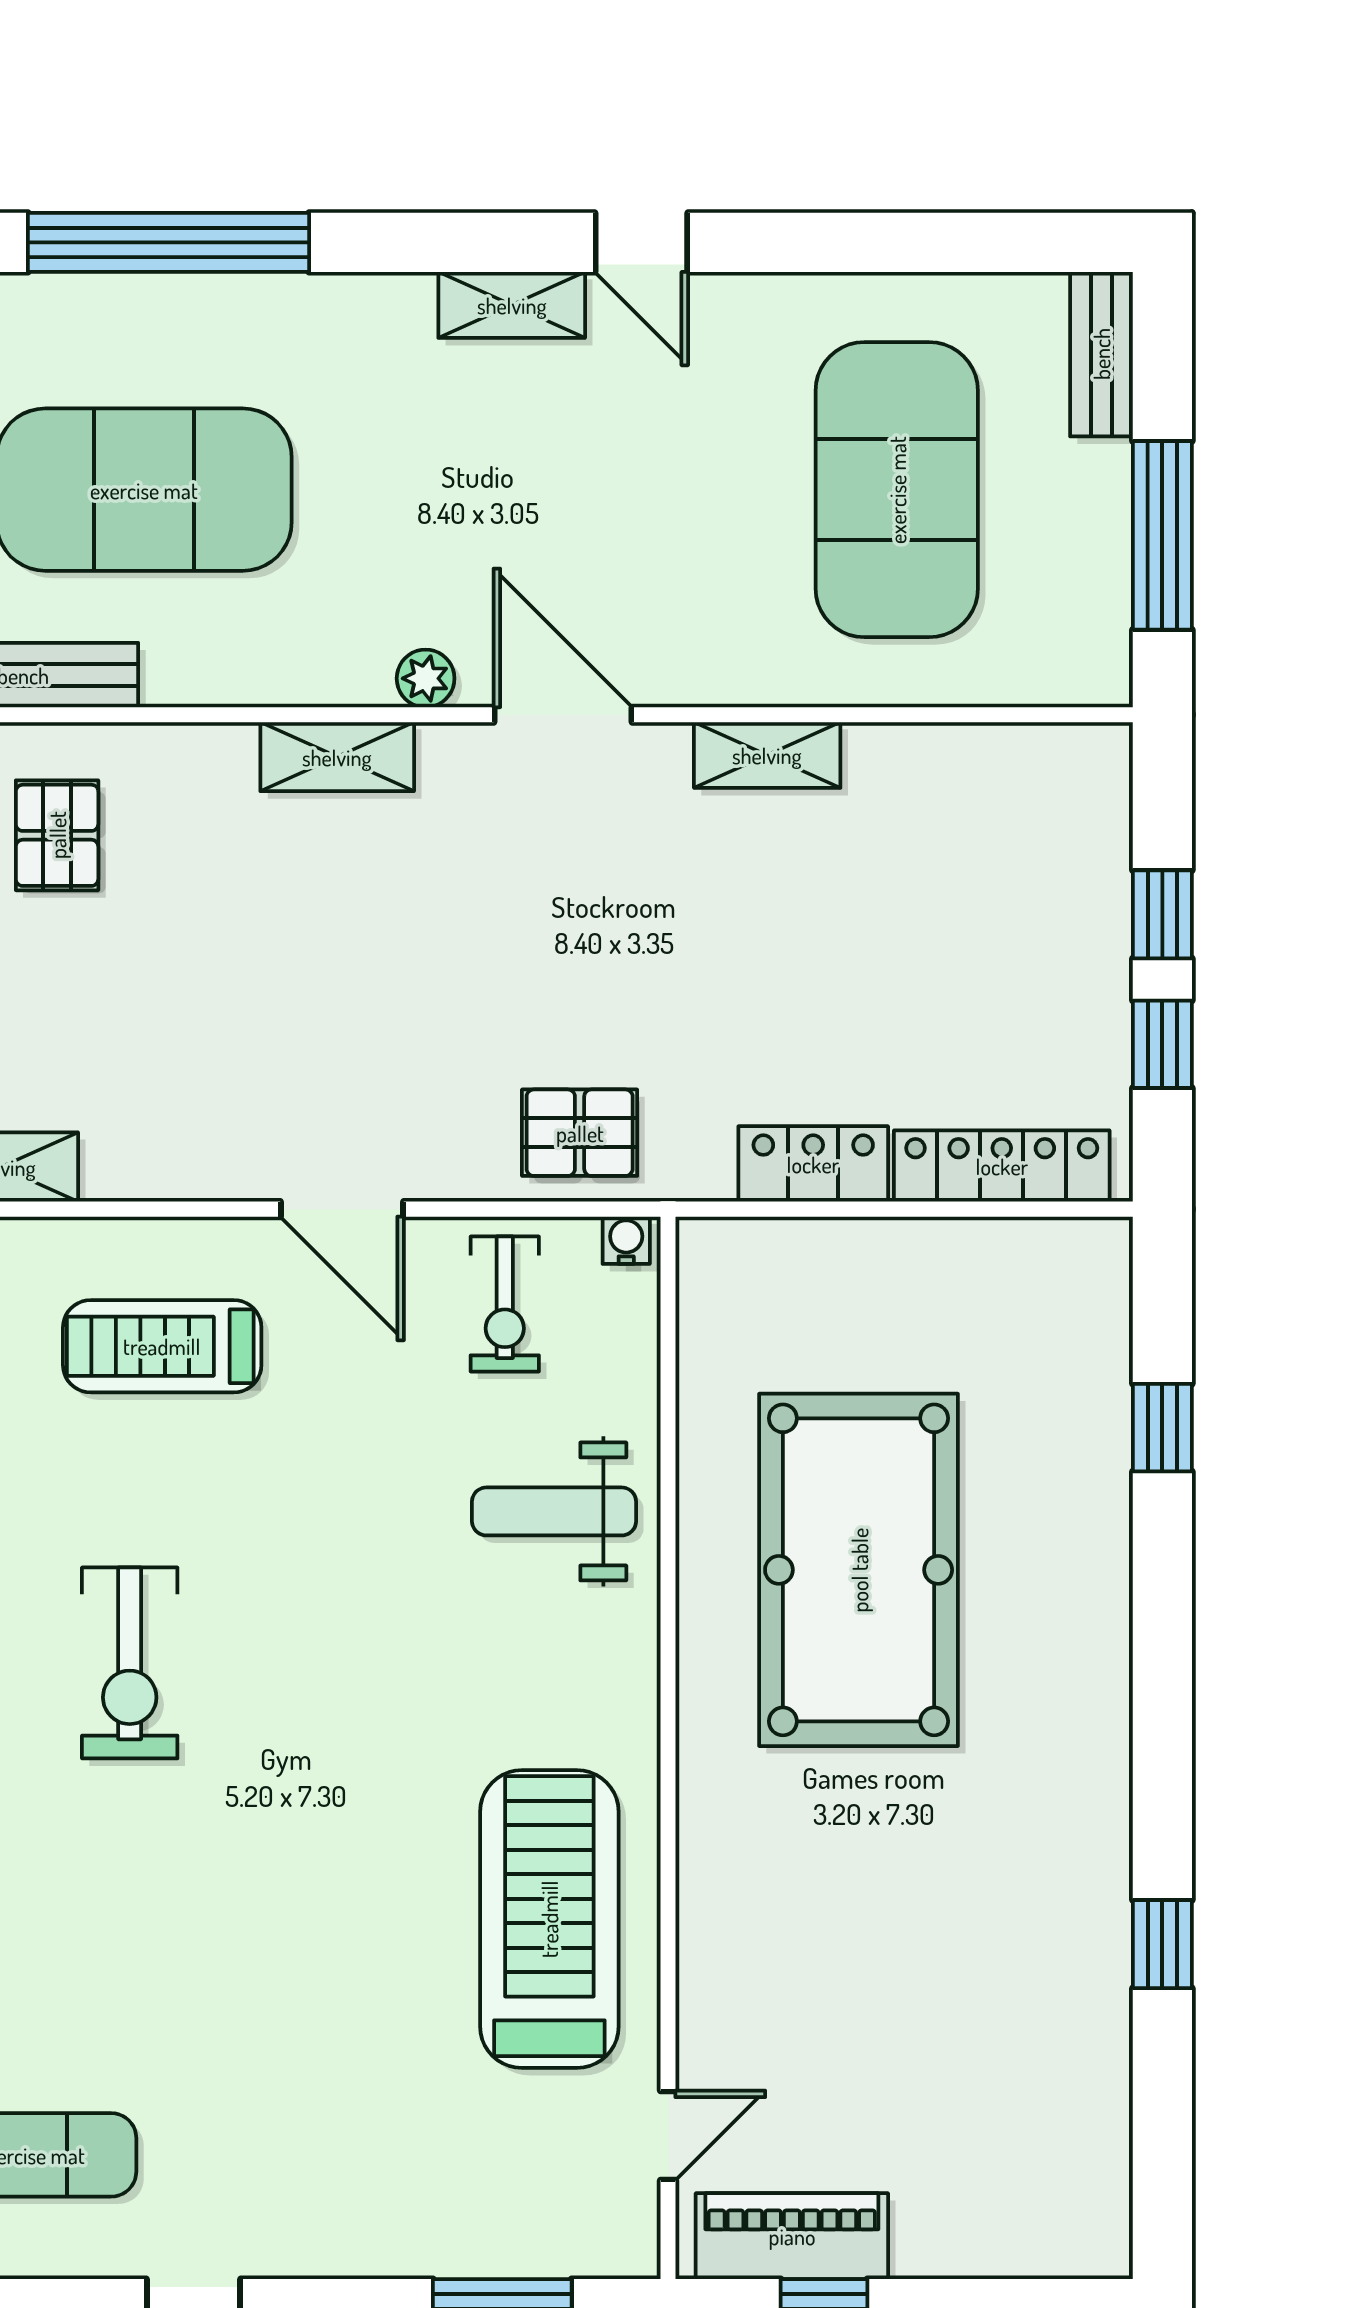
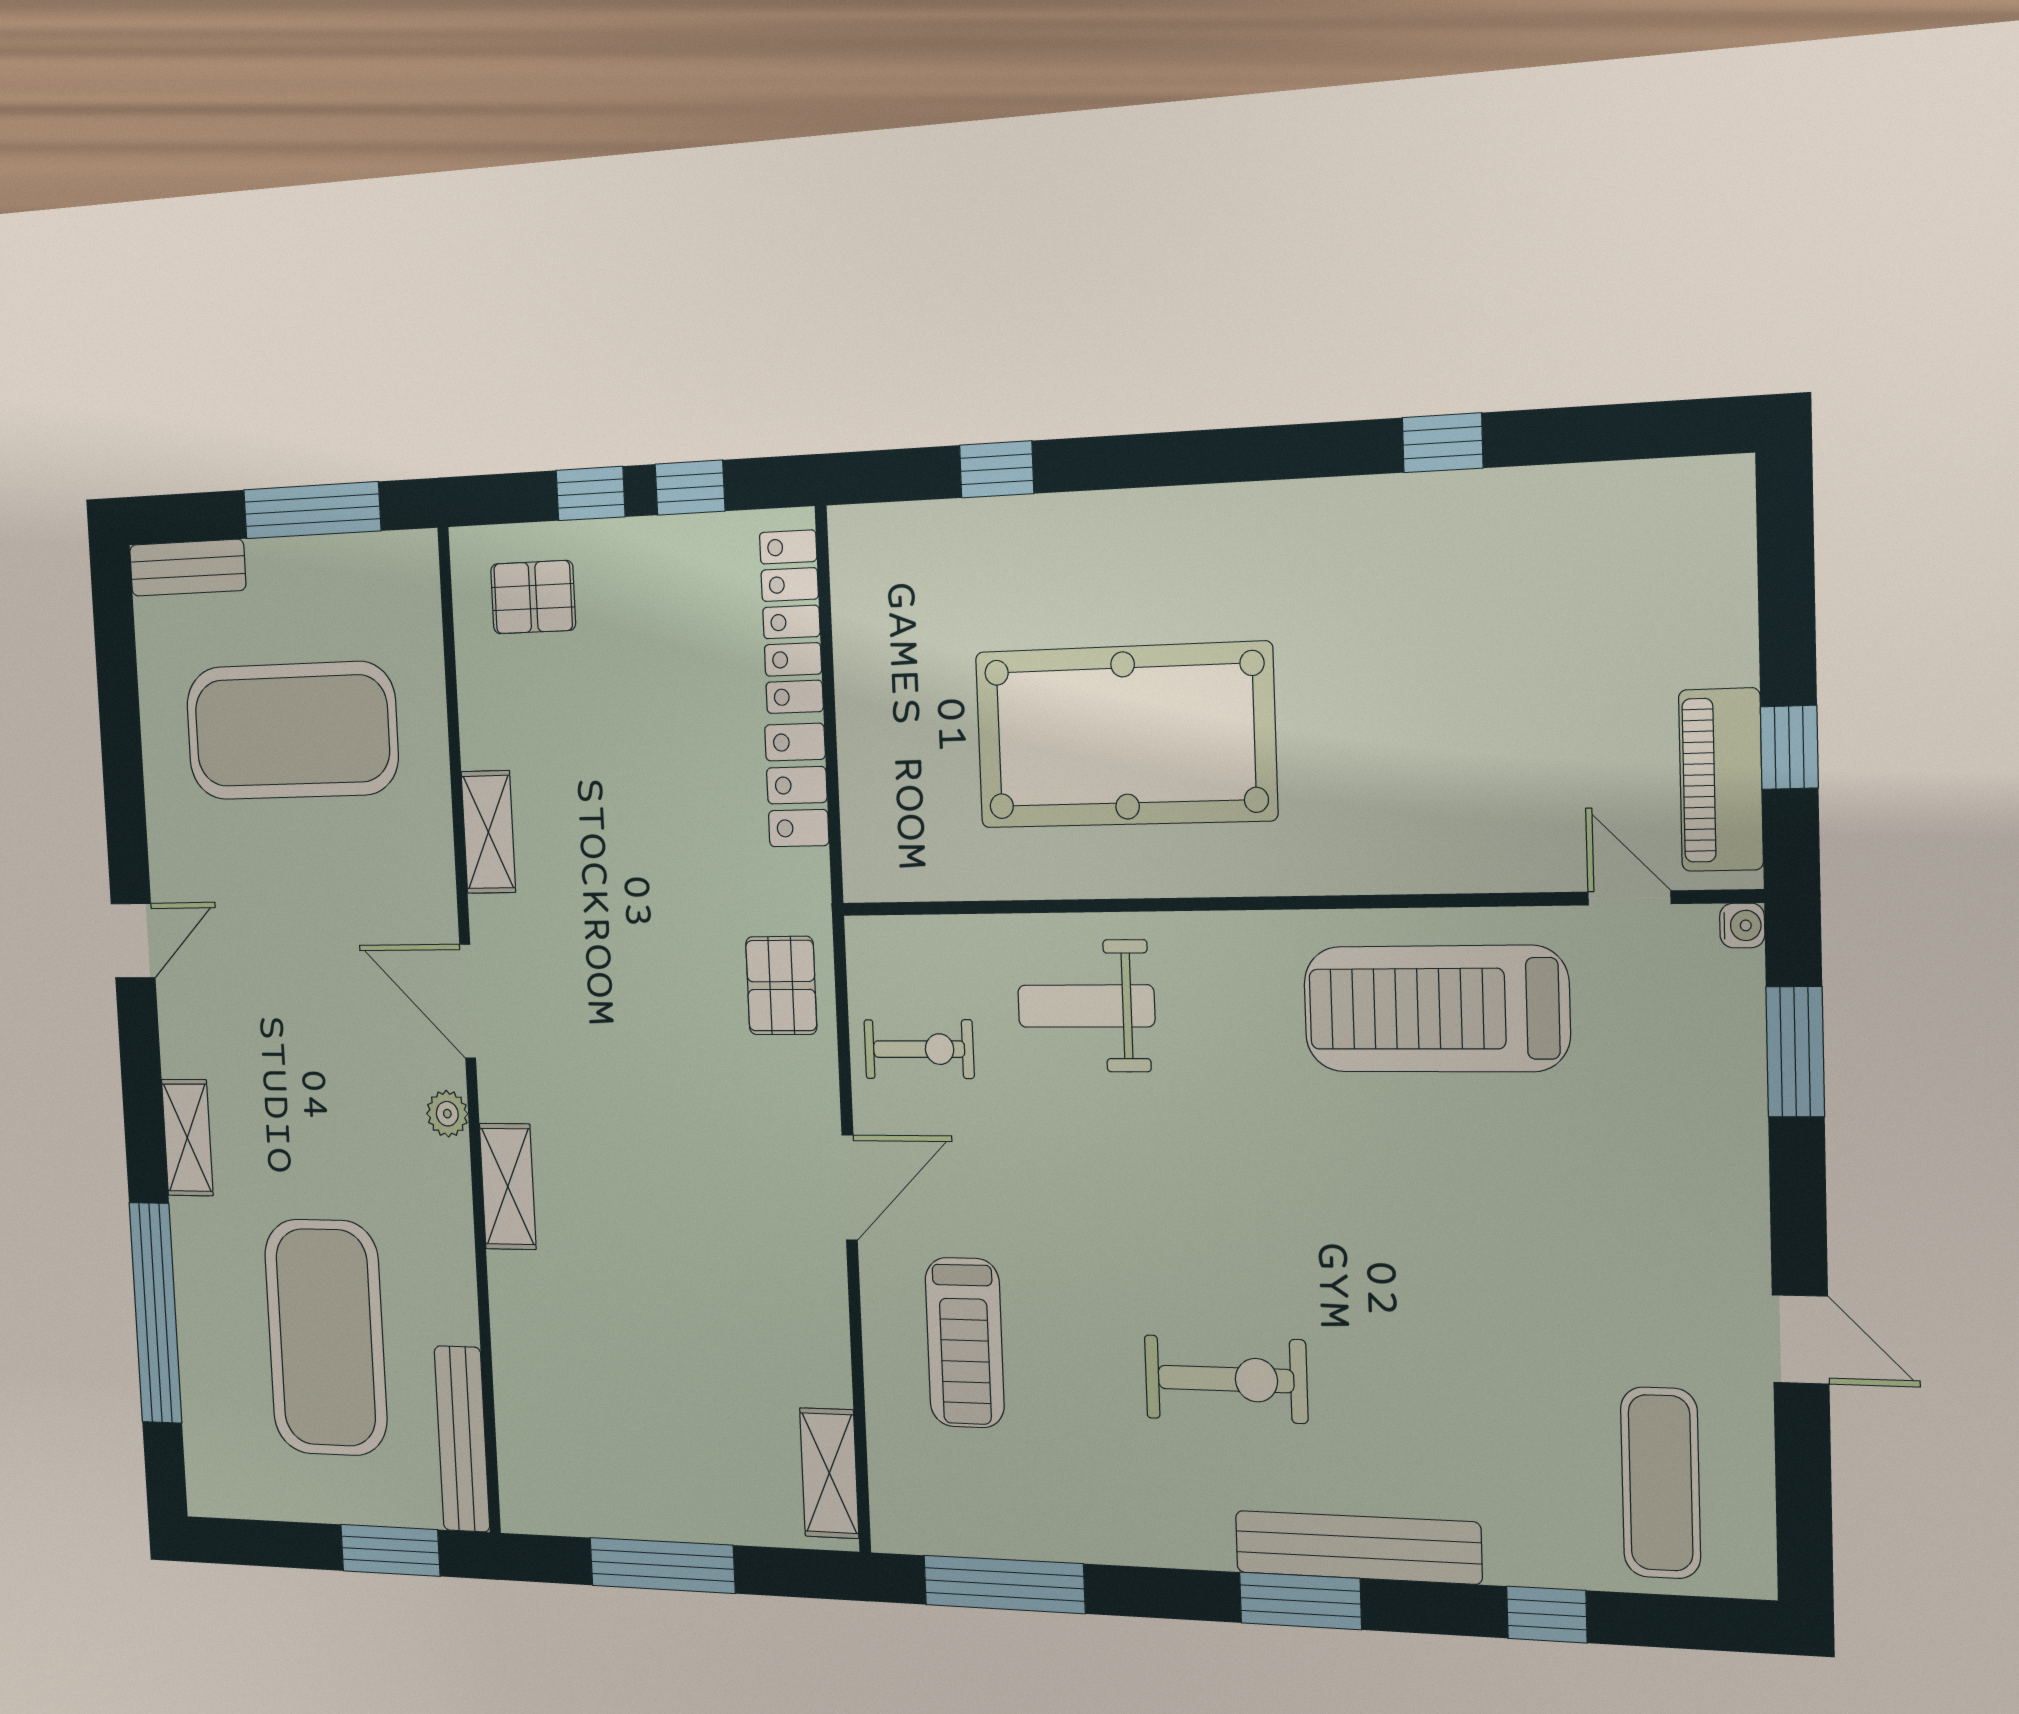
shelving: (512, 305) -> (187, 1138), moved
door: (563, 715) -> (468, 1001), hinge flipped
pallet: (57, 835) -> (533, 597), moved
water cooler: (626, 1240) -> (1742, 925), moved, turned 180
weight bench: (554, 1511) -> (1086, 1006), turned 90

